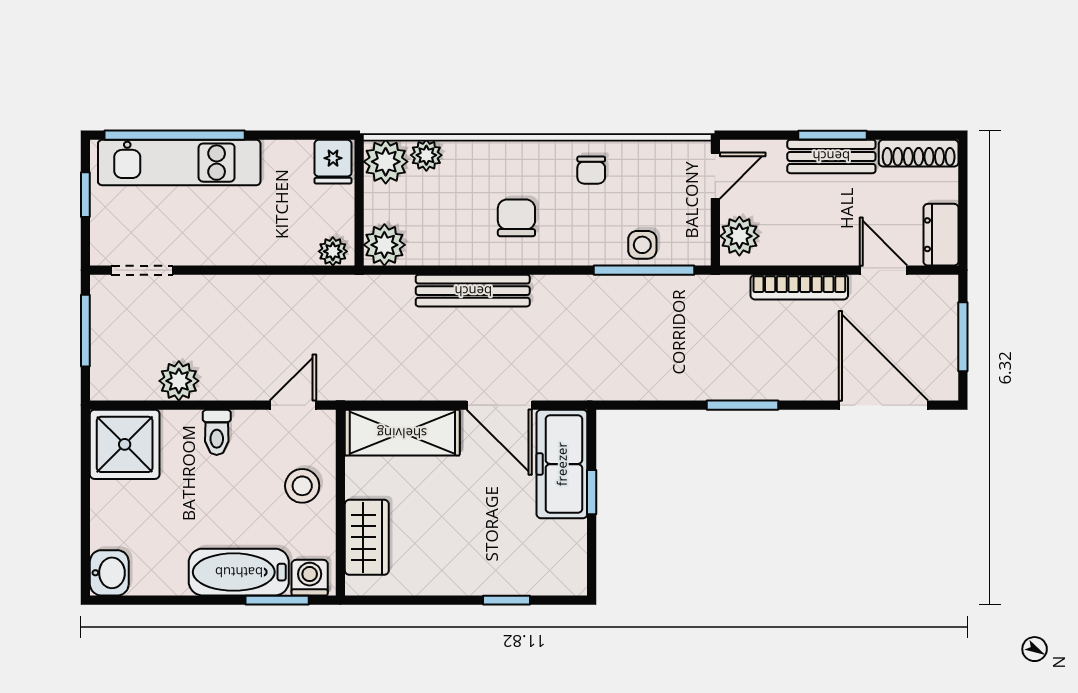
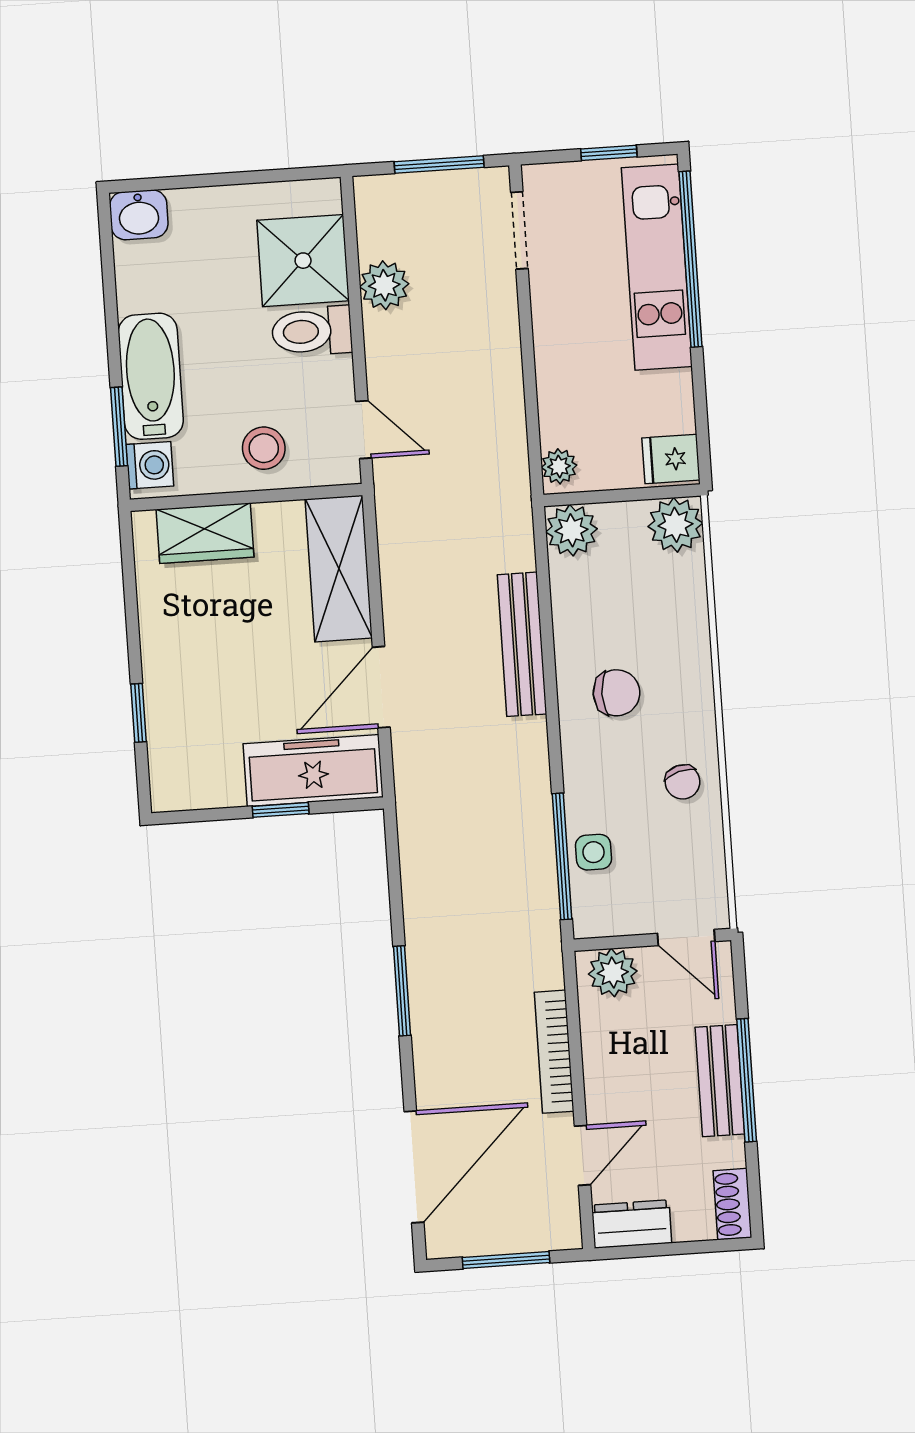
window: (833, 135) -> (747, 1080), width x1.44
shoe rack: (919, 153) -> (732, 1204), width x0.70
plant: (426, 155) -> (687, 575), removed
chair: (591, 170) -> (682, 782), turned -106
toilet: (217, 432) -> (312, 331), width x1.37, depth x1.39
shower: (125, 444) -> (303, 261), moved

